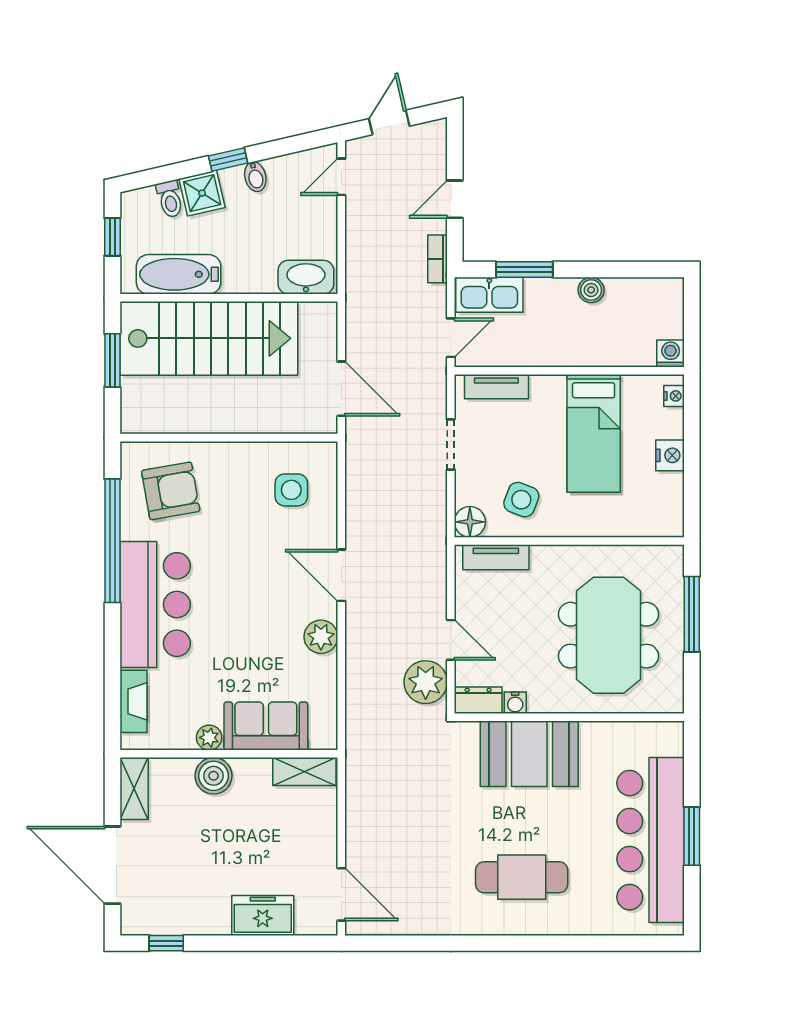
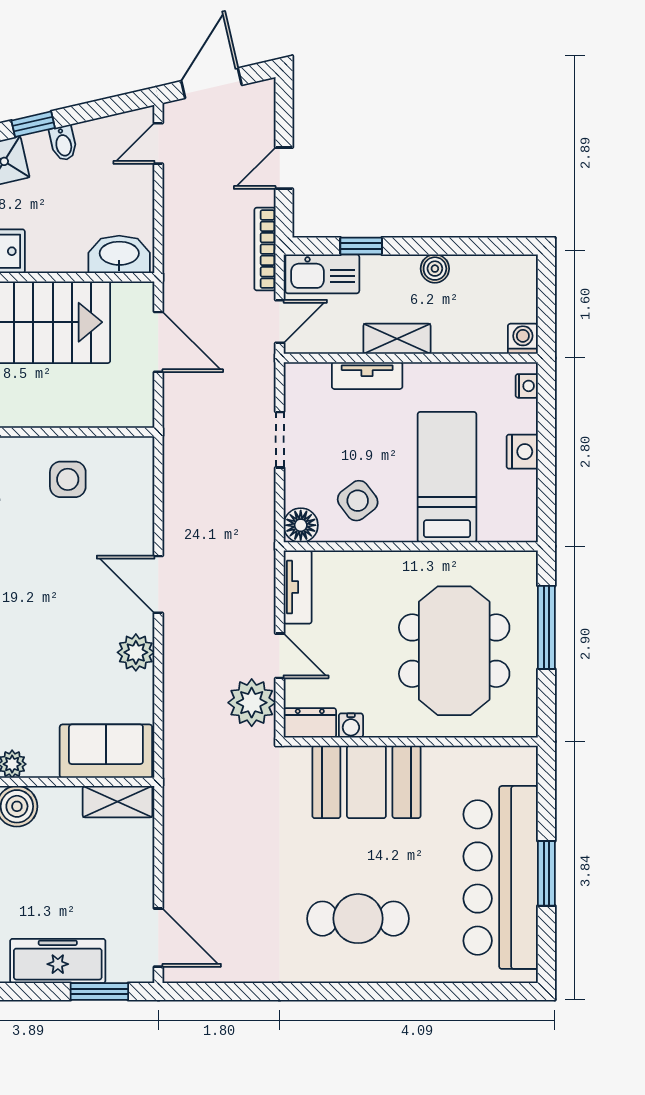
door: (389, 122) -> (211, 83), width x1.38
bookcase: (438, 259) -> (265, 249), width x1.56
window: (524, 270) -> (361, 246), width x0.67
shelving: (557, 353) -> (397, 339), added
tv unit: (496, 387) -> (367, 376), moved
door: (341, 389) -> (158, 342), moved
bed: (594, 433) -> (447, 477), moved, turned 180
side table: (291, 490) -> (68, 479), moved
side table: (521, 500) -> (358, 501), turned 32
tv unit: (496, 557) -> (298, 587), moved, turned -90
sofa: (266, 726) -> (106, 751), moved
freezer: (263, 916) -> (58, 961), width x1.40
window: (288, 943) -> (99, 992), added

